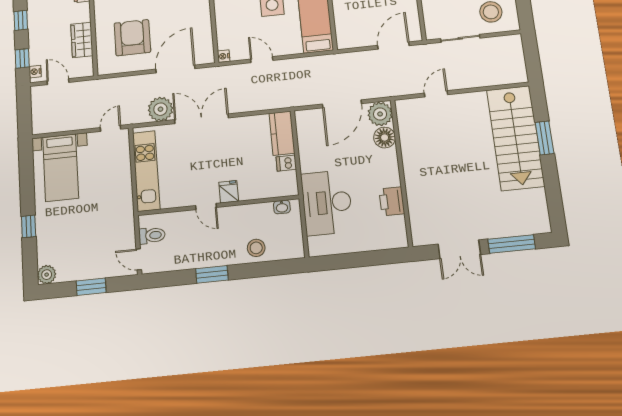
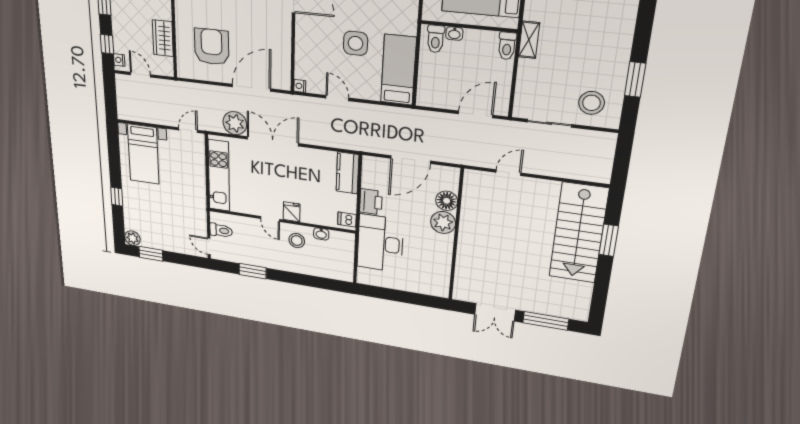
plant: (380, 114) -> (443, 222), moved
dishwasher: (286, 163) -> (347, 219), moved
printer: (392, 201) -> (371, 202), moved, turned 180
washbasin: (282, 207) -> (321, 234), moved
stool: (256, 248) -> (297, 241), moved
window: (212, 274) -> (253, 271), moved
window: (91, 287) -> (151, 254), moved

